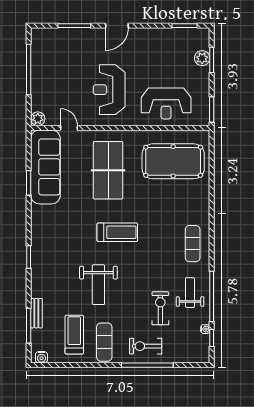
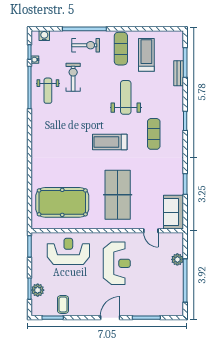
coffee table: (172, 41) -> (63, 304), added
plant: (38, 119) -> (177, 259), moved
sofa: (45, 167) -> (174, 212), width x0.54, depth x0.79
exercise mat: (193, 244) -> (154, 134), moved
exercise bike: (160, 308) -> (73, 77), turned 180
treadmill: (74, 335) -> (146, 55), turned 180
water cooler: (41, 357) -> (44, 36), moved

